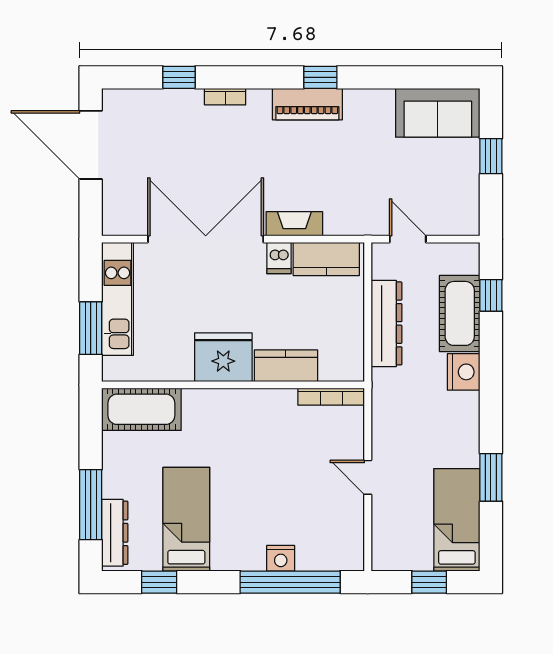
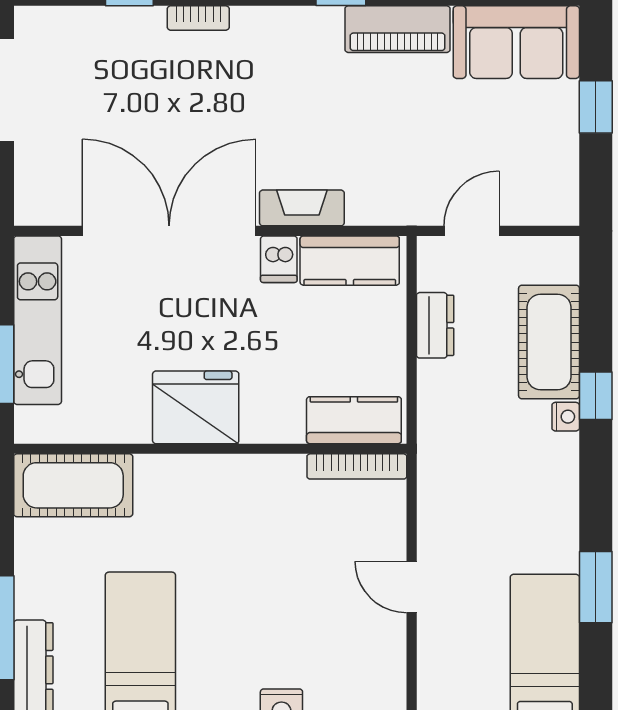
piano: (307, 104) -> (398, 29), moved
door: (408, 239) -> (472, 231), hinge flipped
window: (491, 295) -> (596, 396), moved
dresser: (386, 323) -> (435, 325), width x0.51, depth x0.80
kitchen counter: (286, 366) -> (354, 420), moved
nightstand: (464, 372) -> (566, 417), width x0.53, depth x0.56

